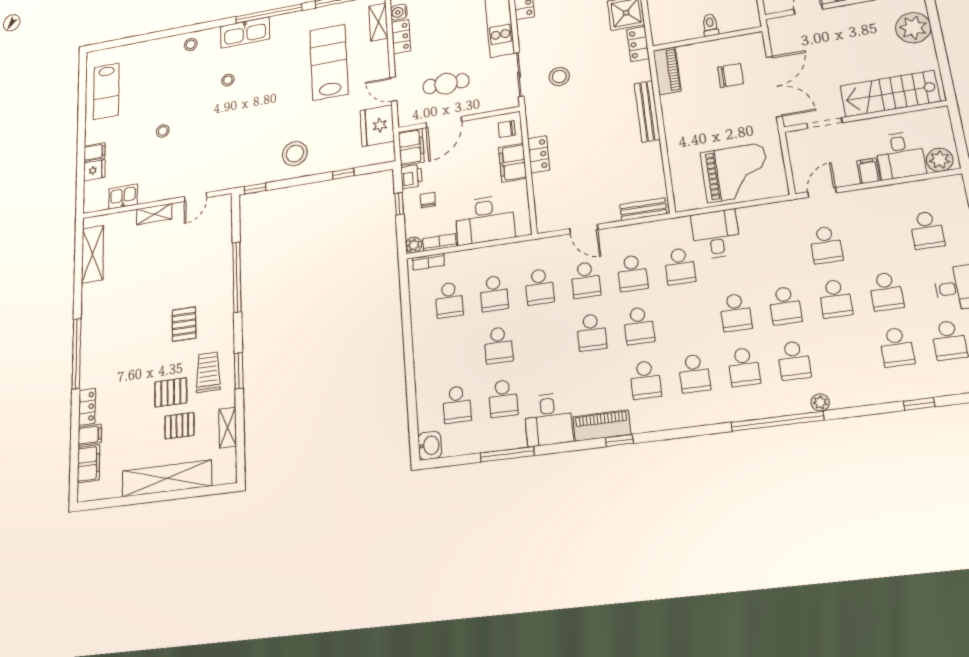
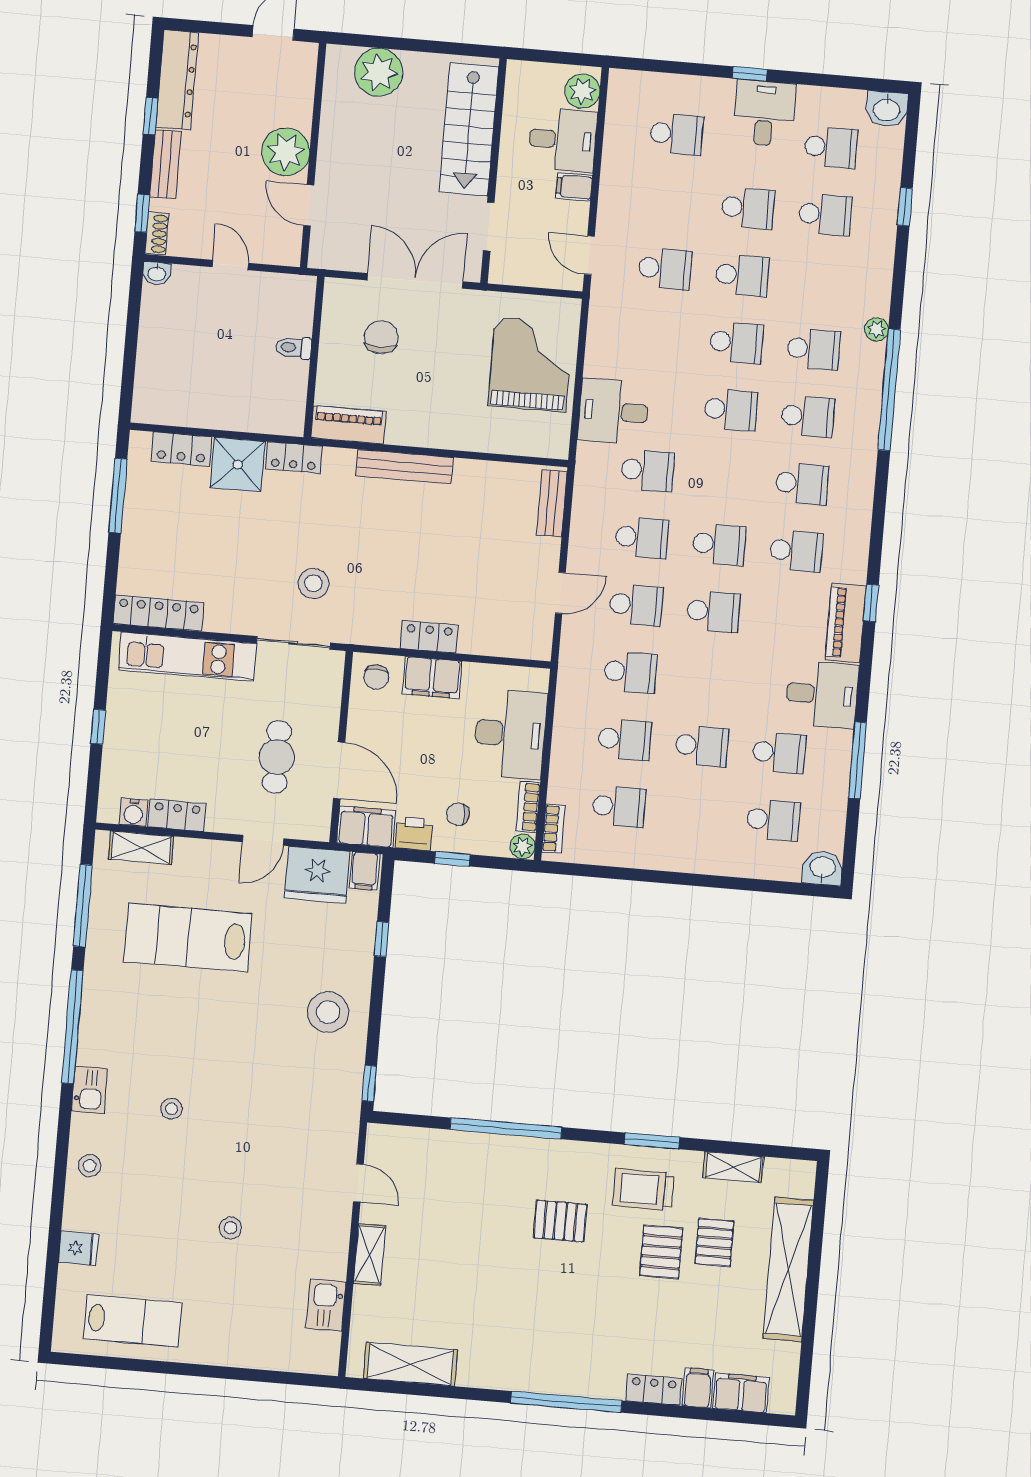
kitchen sink: (245, 33) -> (89, 1090), width x0.53, depth x0.81
filing cabinet: (94, 152) -> (365, 871), moved, turned 180
fridge: (94, 170) -> (78, 1248), moved, turned 90

